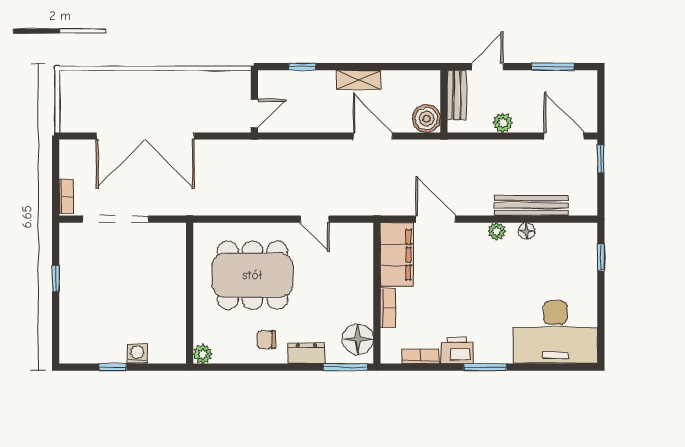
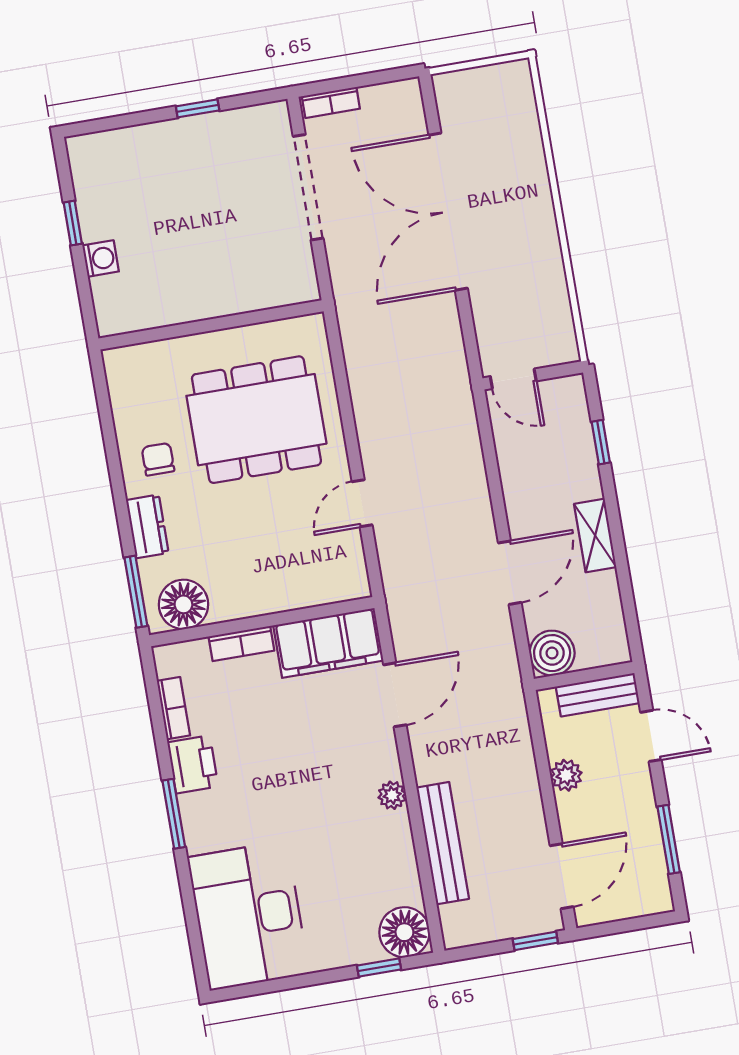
floor lamp: (527, 231) -> (404, 932), moved, width x1.89, depth x1.89
dining table: (252, 275) -> (256, 420), turned 90
plant: (203, 354) -> (118, 362), removed

